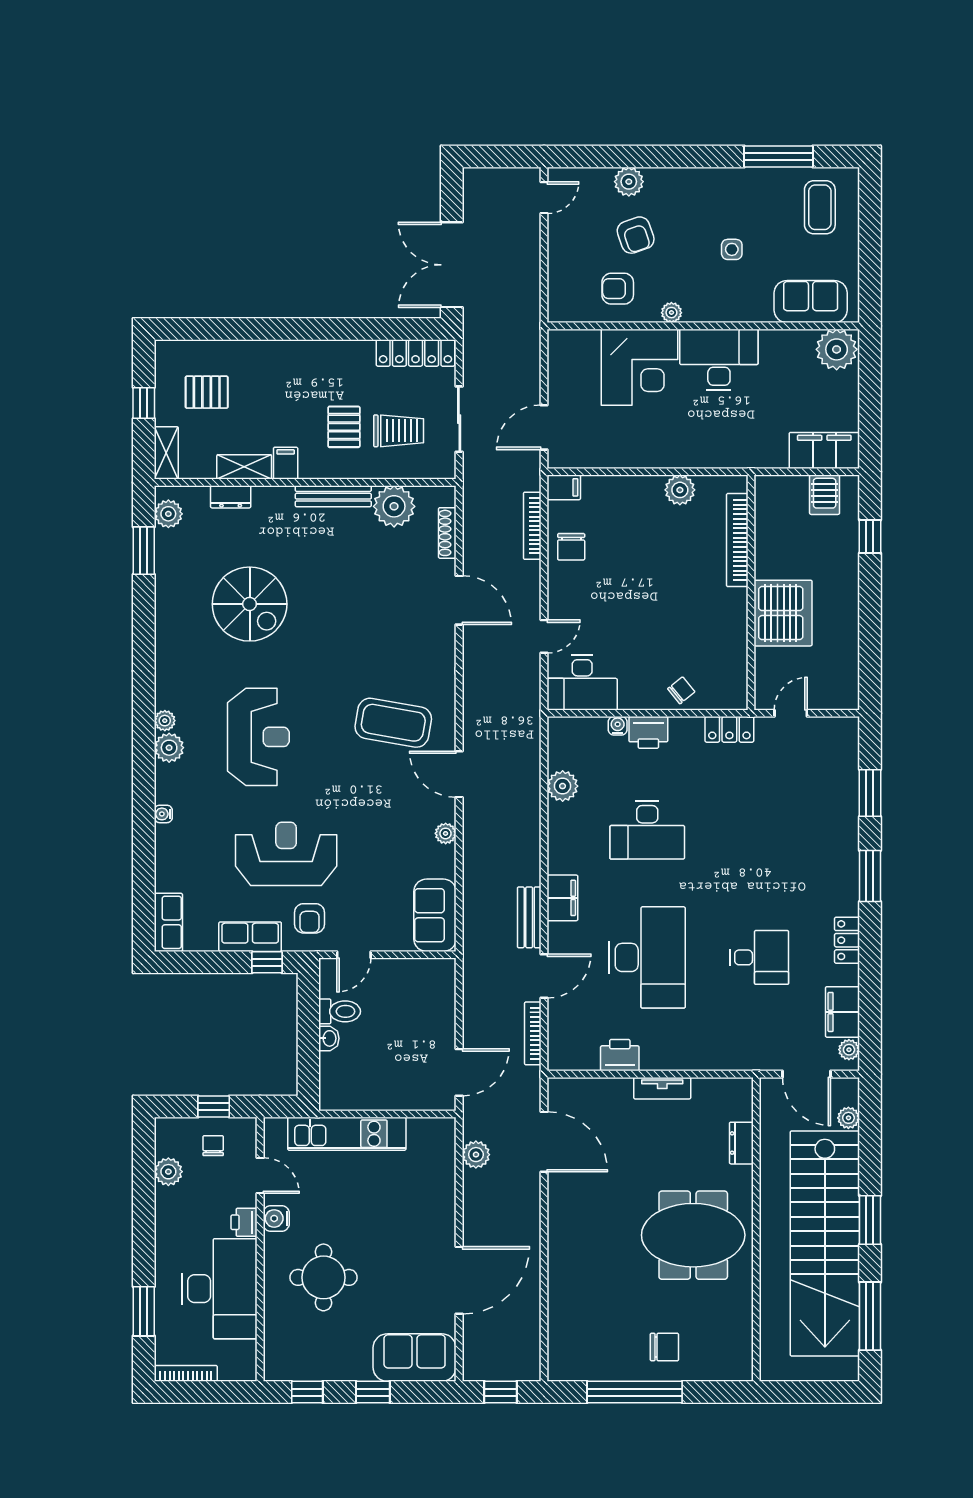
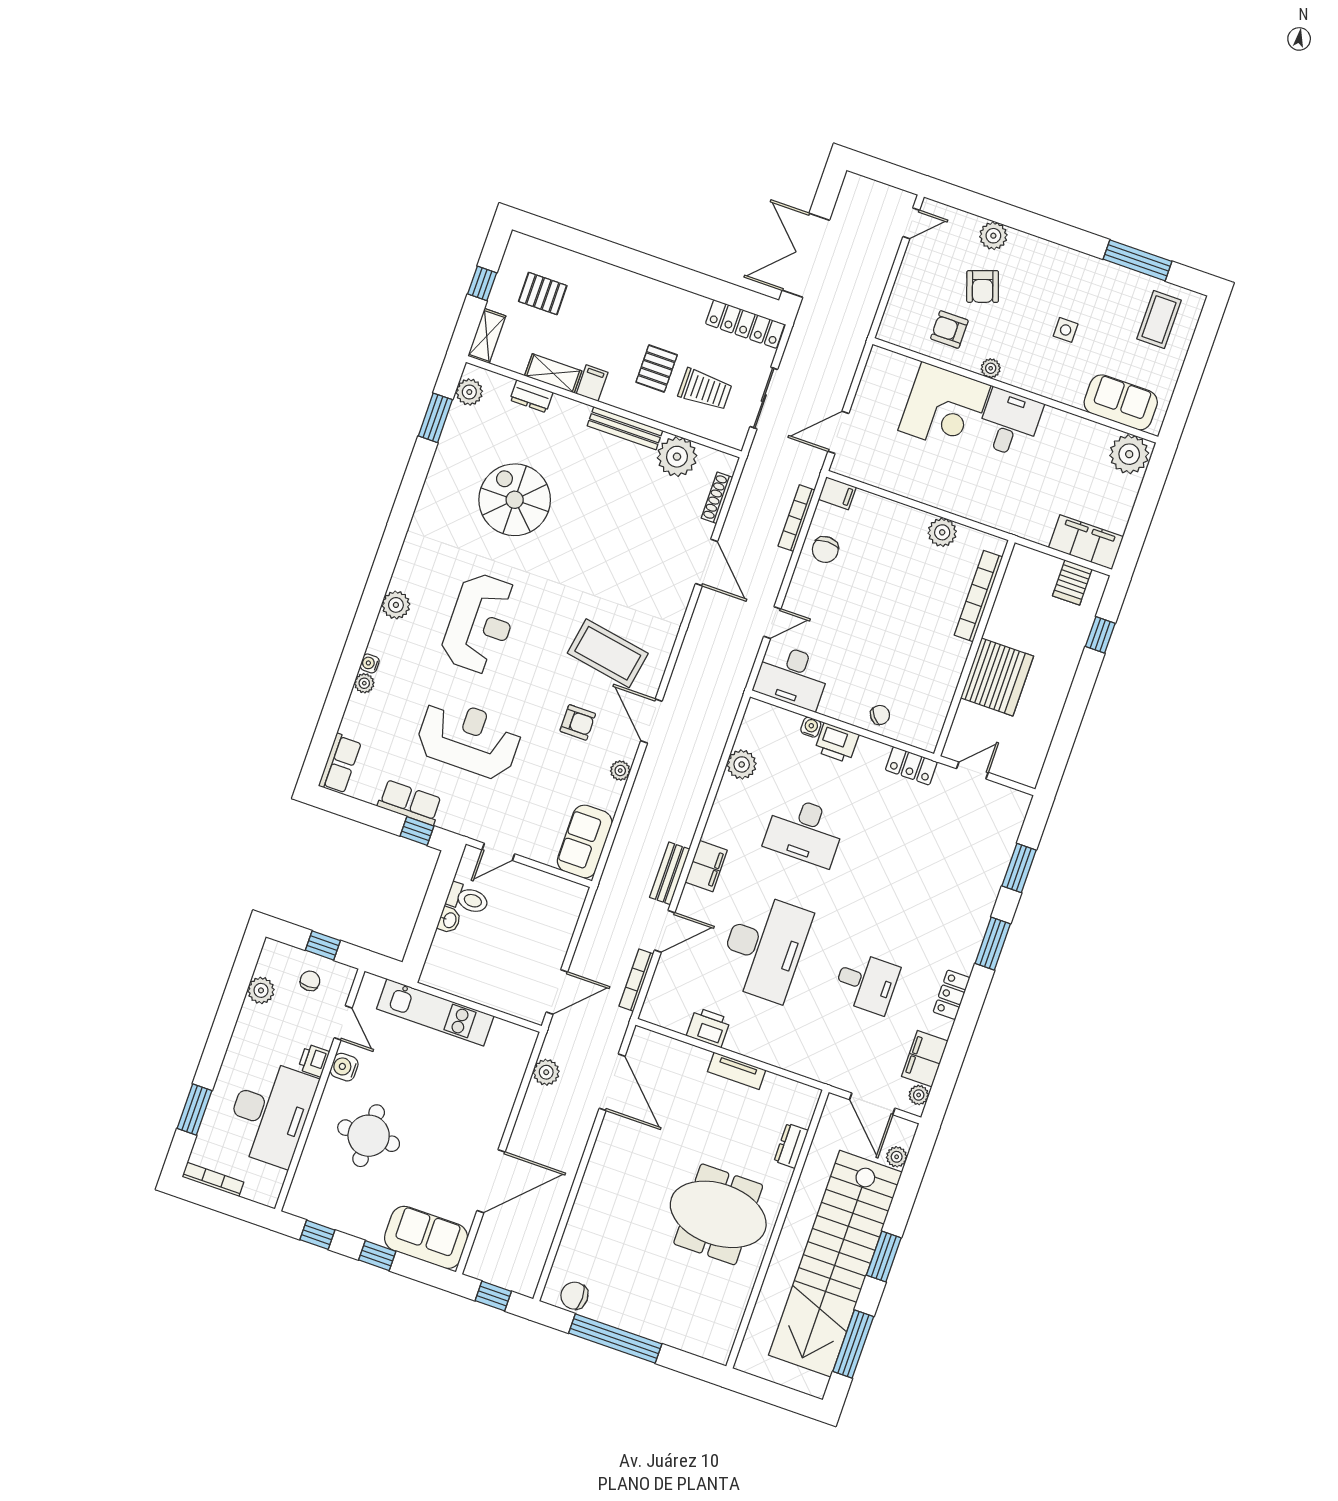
desk: (719, 360) -> (1009, 423), width x0.73
spiral stairs: (250, 604) -> (515, 500), turned 180
plant: (165, 721) -> (364, 683), moved
armchair: (309, 918) -> (578, 722), moved, turned -90
chair: (664, 1347) -> (574, 1296), moved, turned 180

